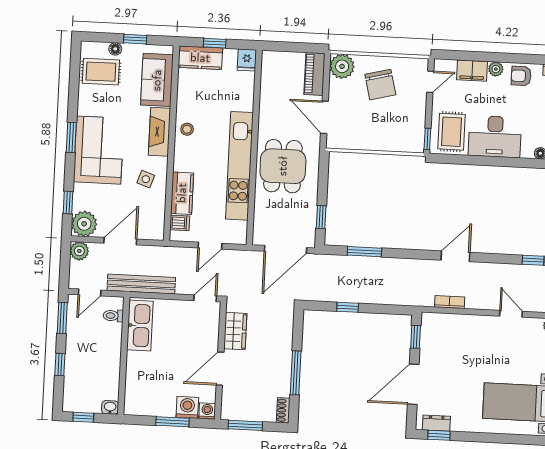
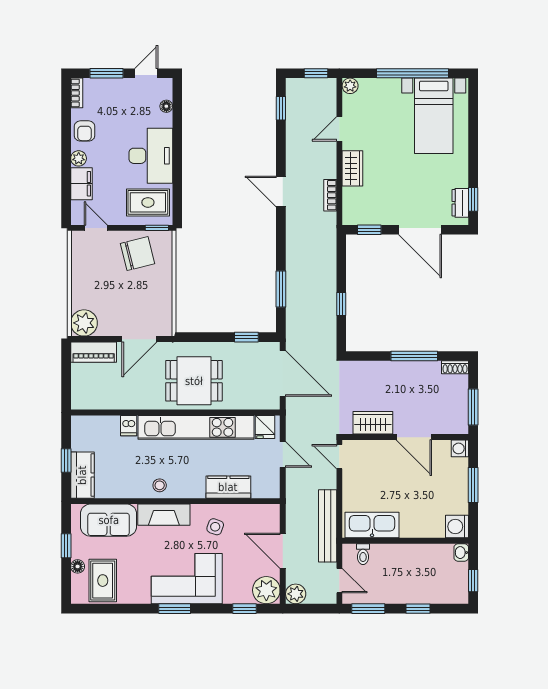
fridge: (247, 60) -> (265, 427), moved, turned 90
chair: (380, 85) -> (138, 254), moved
dishwasher: (180, 223) -> (129, 426), moved, turned 180
wardrobe: (474, 324) -> (352, 168), added
washing machine: (187, 407) -> (457, 526), moved

